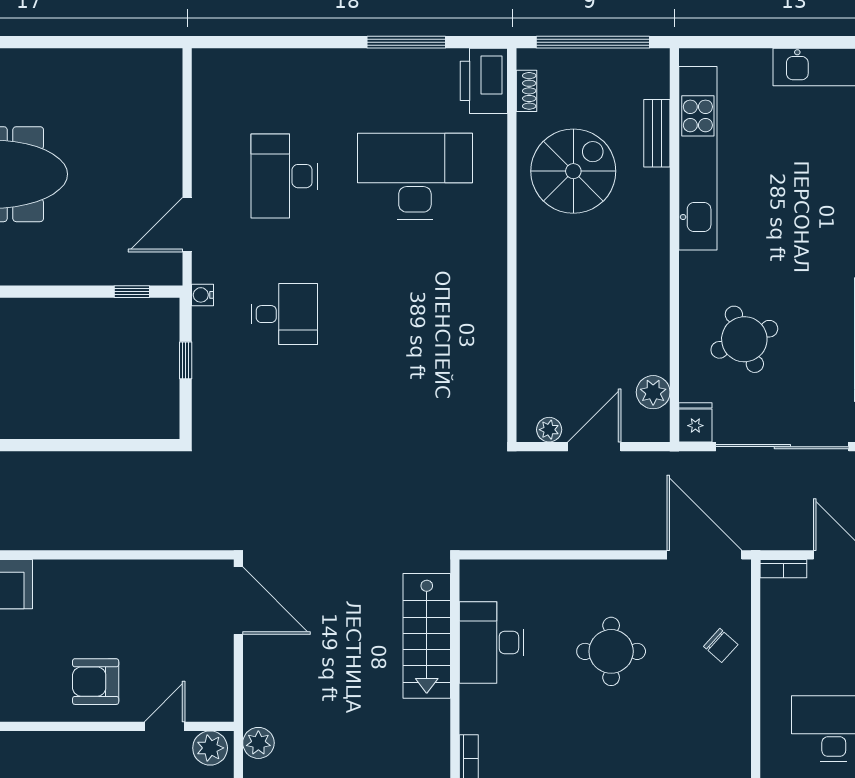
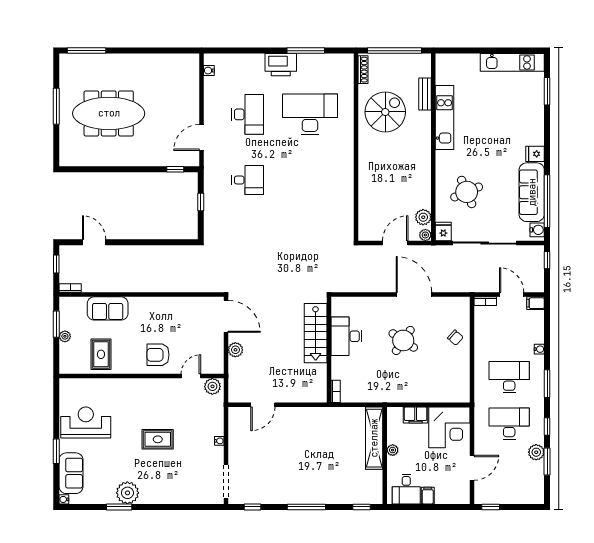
printer: (484, 81) -> (281, 65), moved, turned -90
shoe rack: (527, 91) -> (363, 70), width x1.43
kitchen unit: (698, 158) -> (445, 118), width x0.73
desk: (284, 176) -> (248, 114), turned 180
water cooler: (202, 295) -> (209, 71), moved
plant: (549, 430) -> (425, 235), moved
door: (704, 555) -> (414, 295), moved
round table: (611, 651) -> (403, 340), turned 34
plant: (258, 743) -> (235, 350), moved

